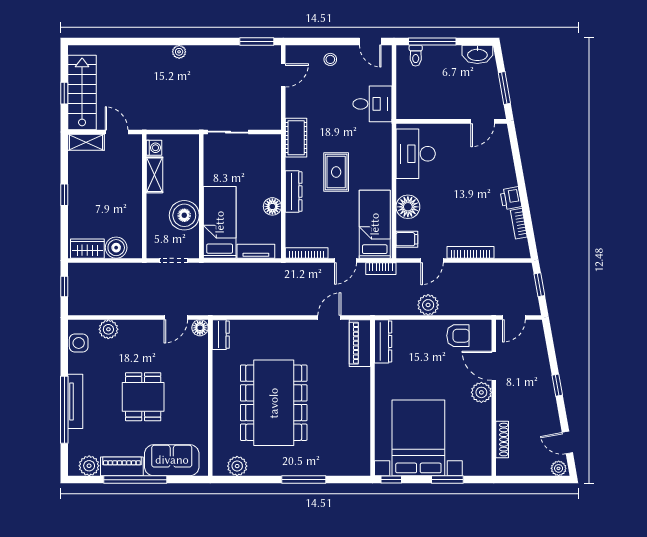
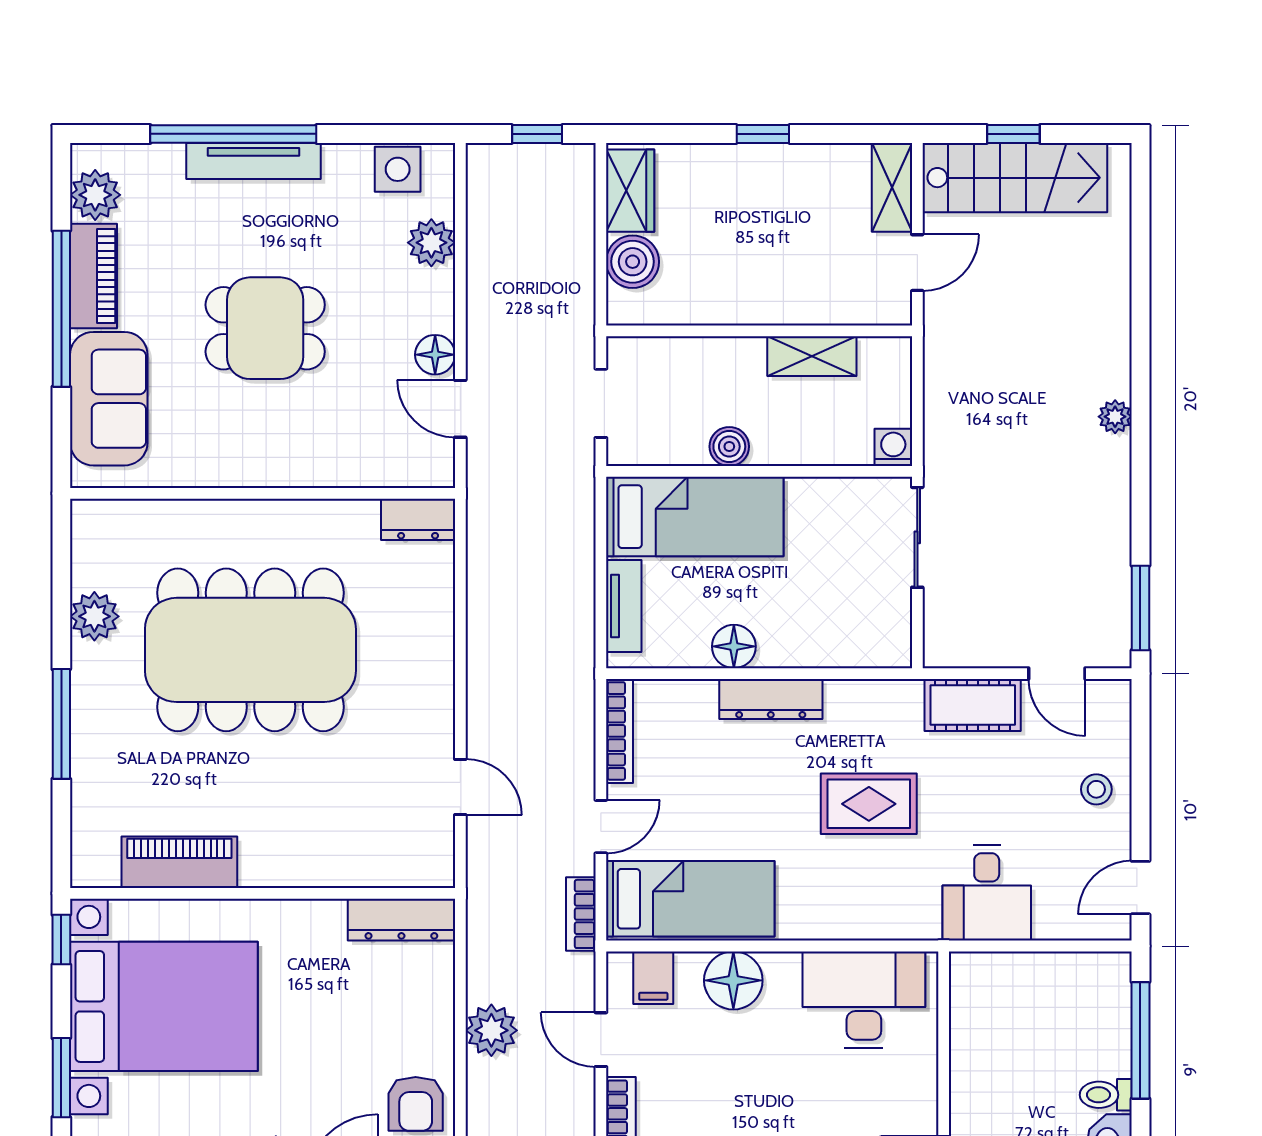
toilet: (416, 56) -> (1106, 1095), moved
cot: (296, 138) -> (973, 705), moved
washing machine: (154, 148) -> (893, 447), moved, turned 180
rug: (336, 172) -> (869, 804), moved
boiler: (184, 215) -> (729, 447), width x0.54, depth x0.54
door: (345, 260) -> (601, 827), swing flipped
floor lamp: (200, 328) -> (435, 355), moved
piano: (360, 343) -> (179, 862), moved
plant: (237, 466) -> (94, 616), moved

